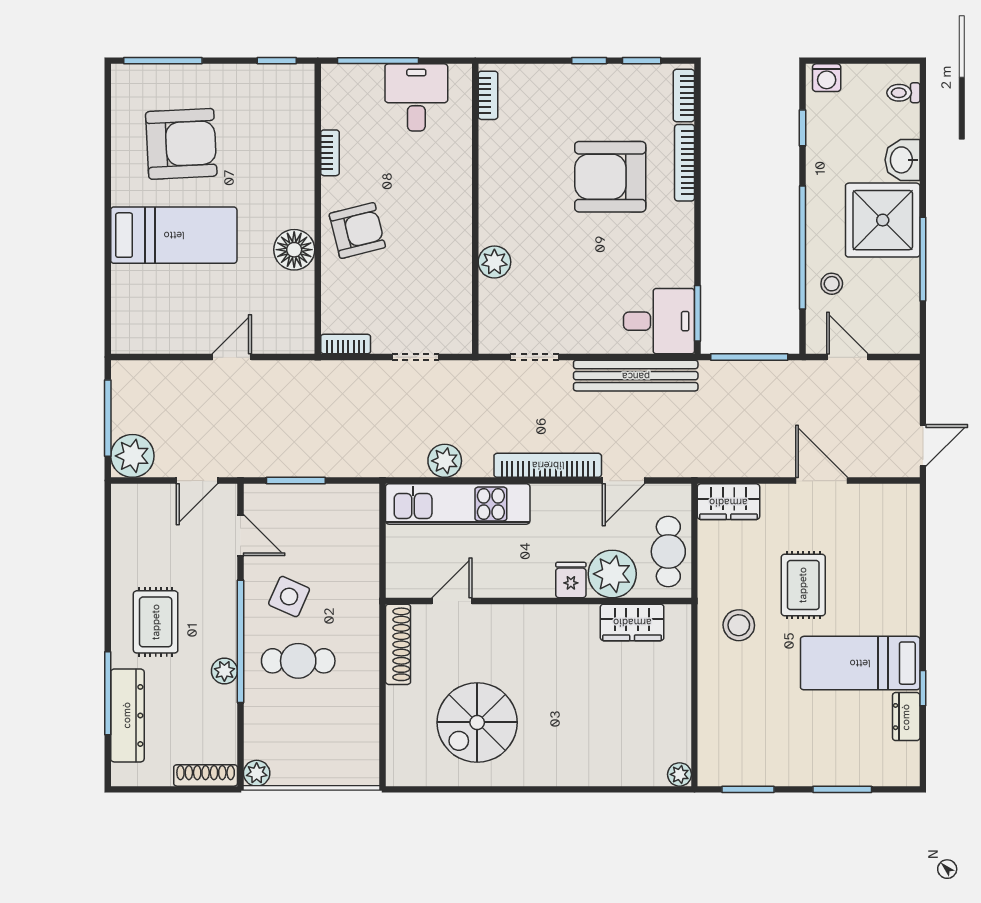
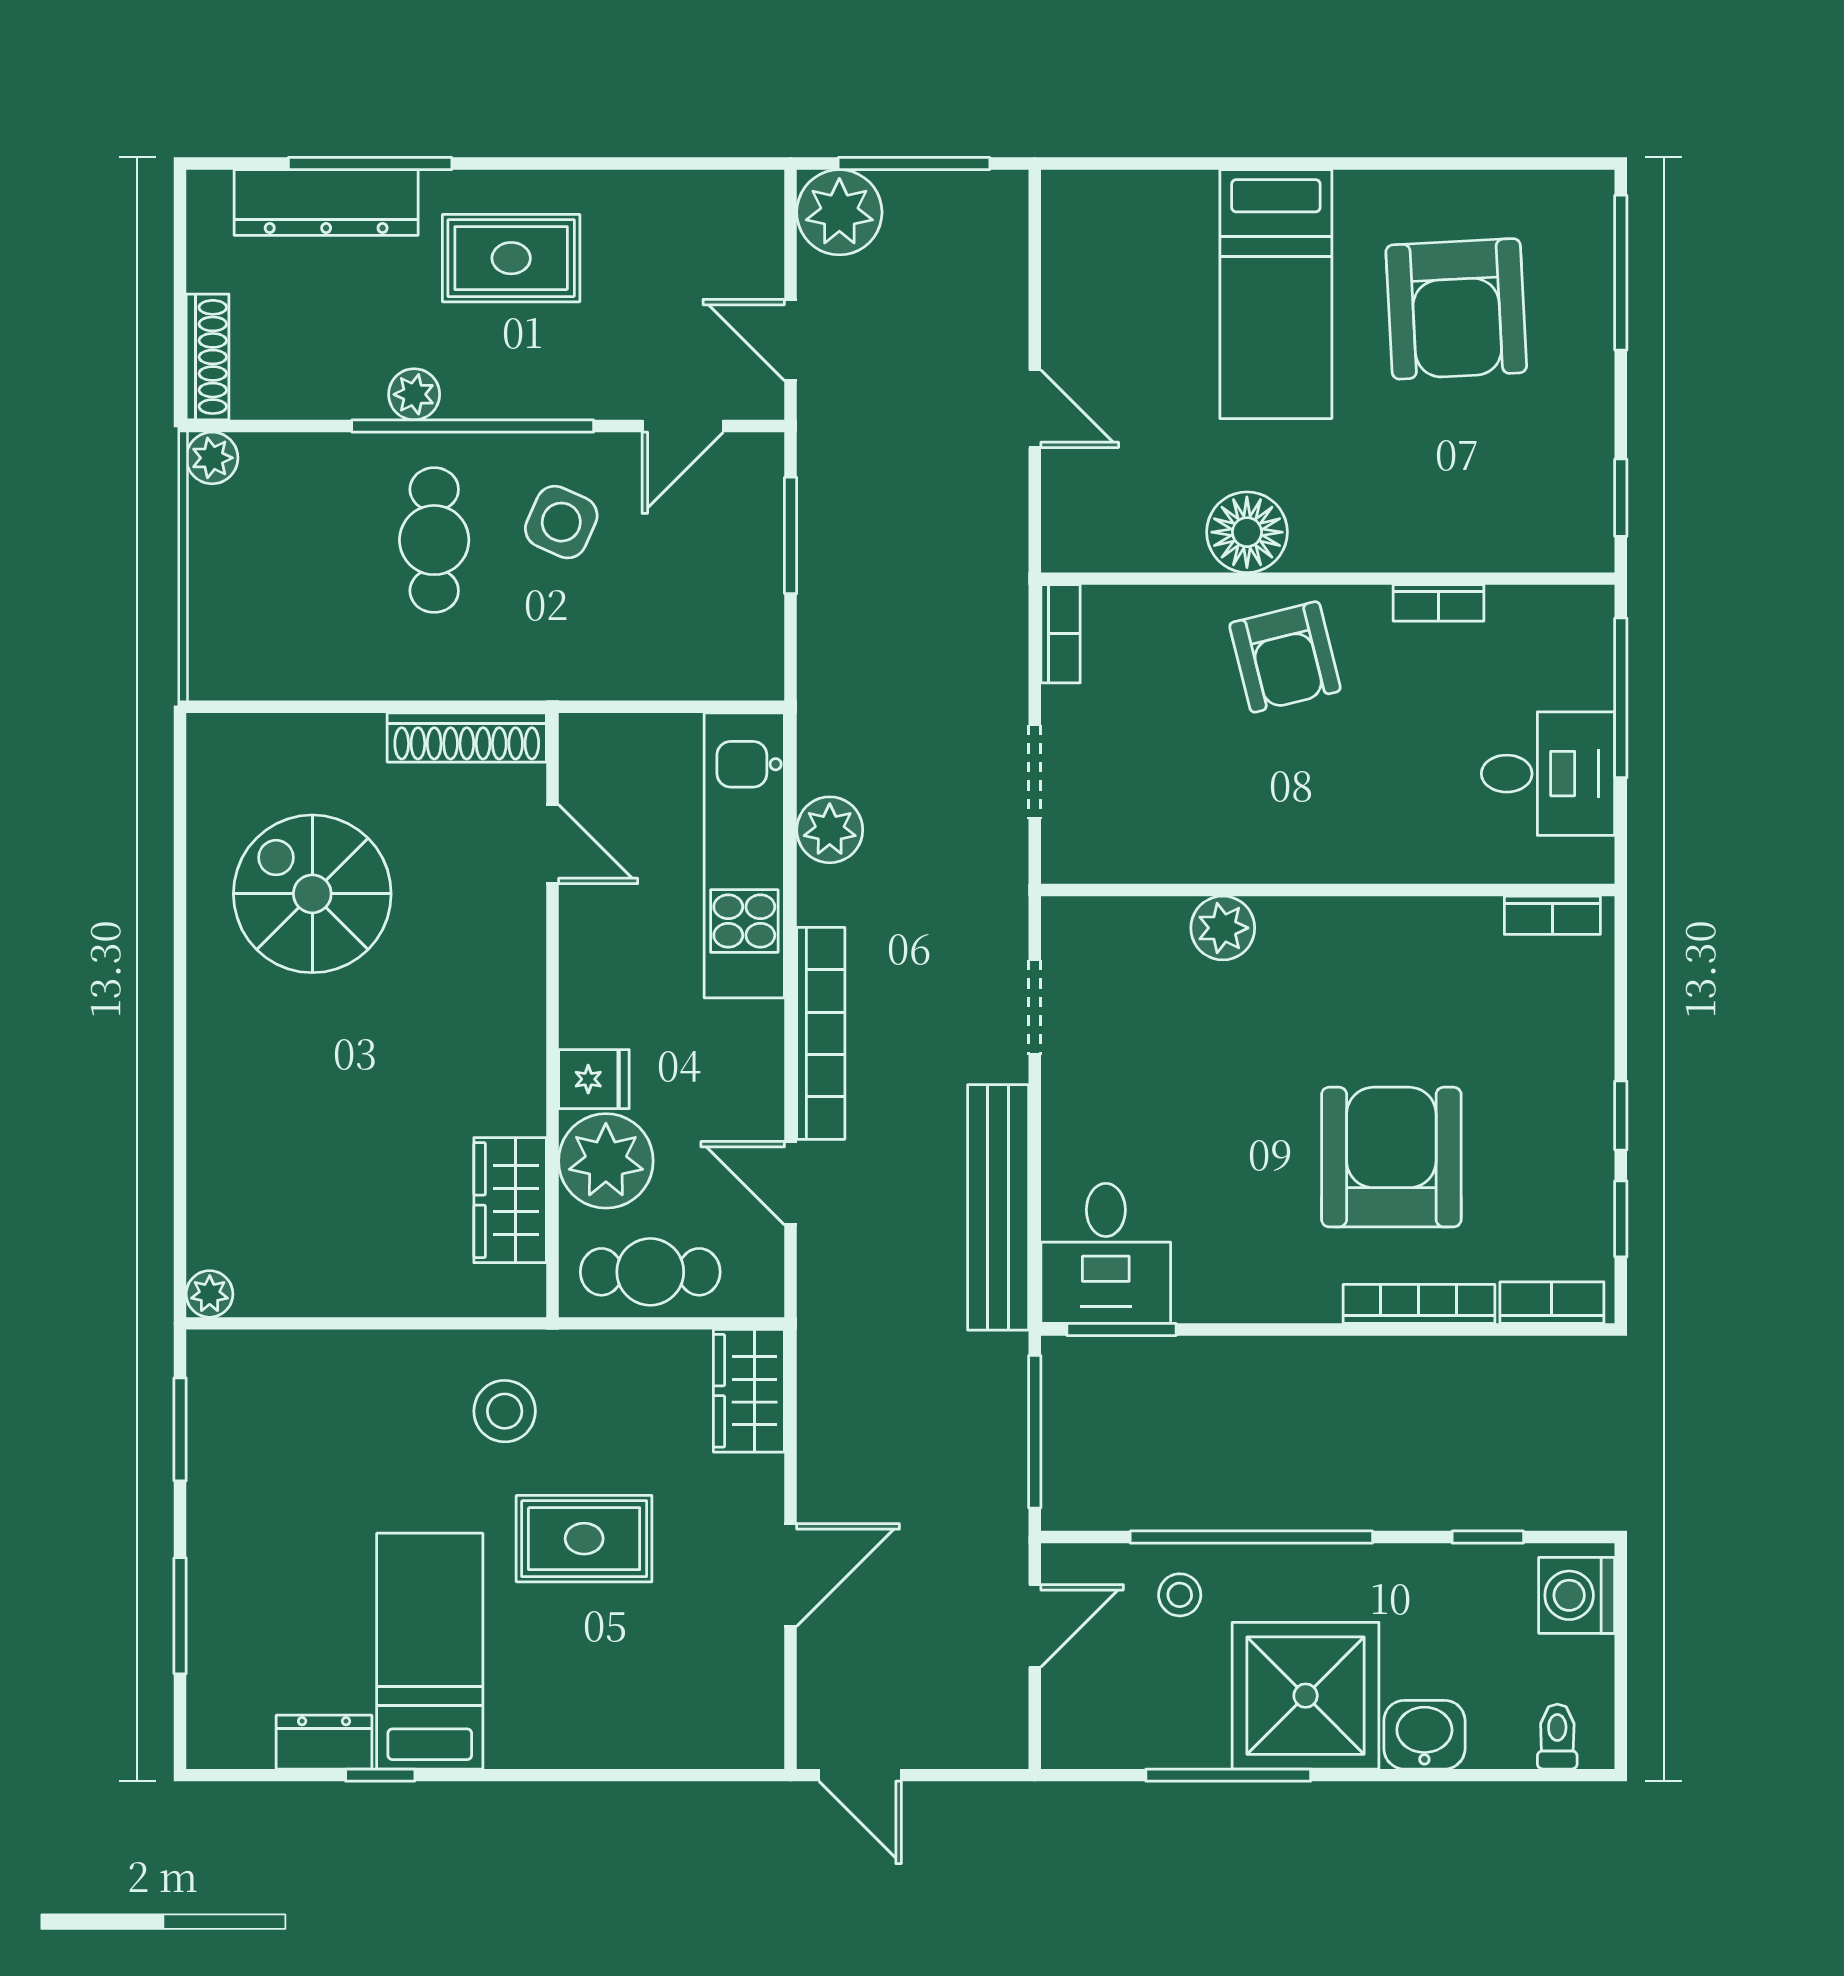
washing machine: (827, 78) -> (1577, 1595), width x1.38, depth x1.38

